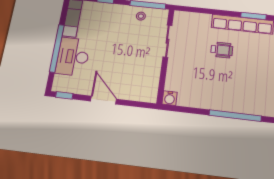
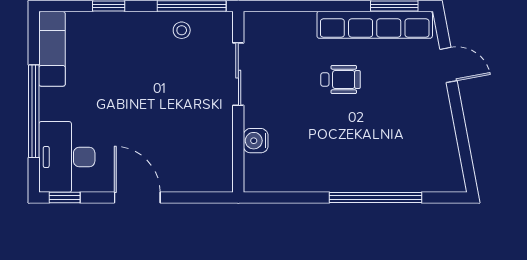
desk: (73, 57) -> (67, 157), moved
water cooler: (170, 98) -> (256, 141), moved, turned 90

